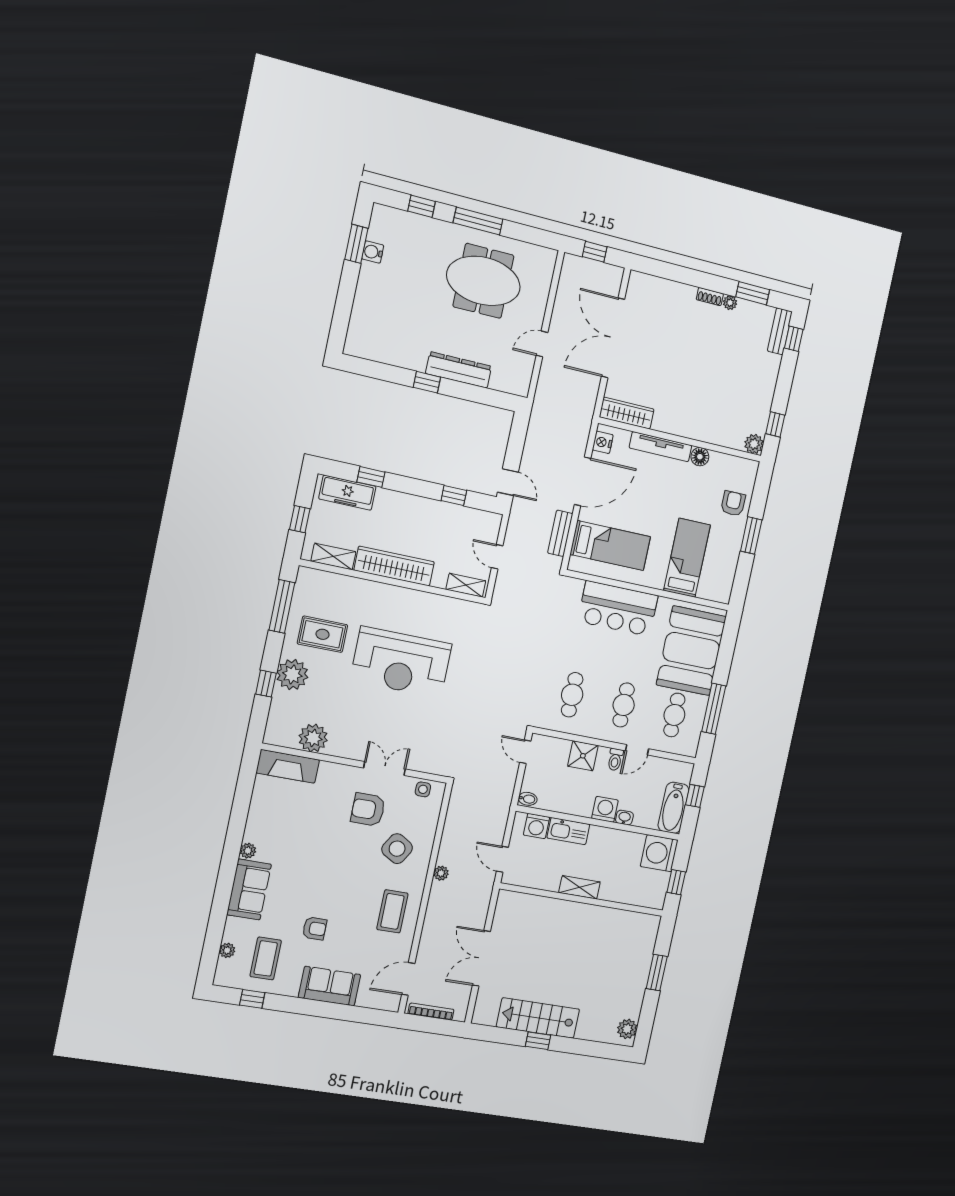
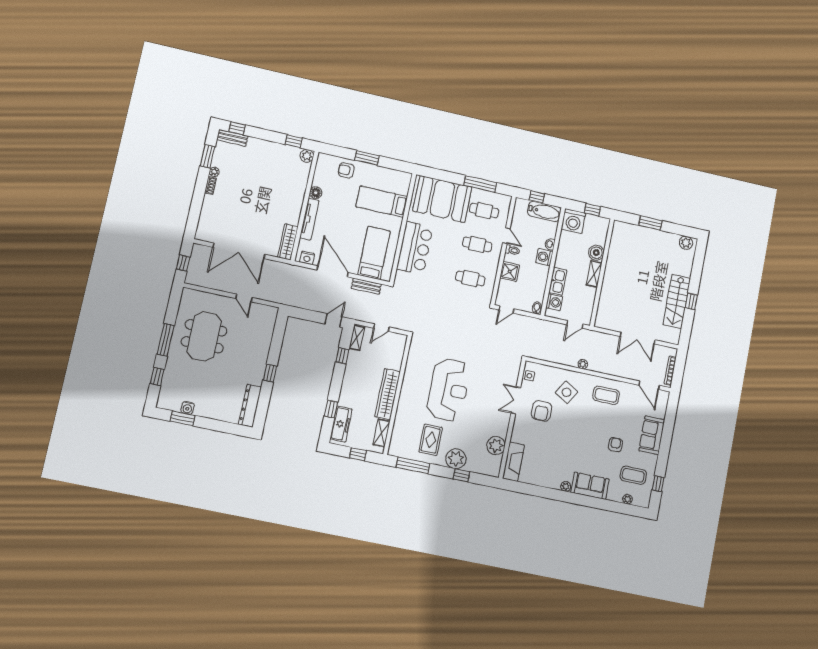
dresser: (459, 370) -> (250, 406), moved
shelving: (466, 585) -> (357, 338), moved
boiler: (612, 890) -> (596, 253), added

